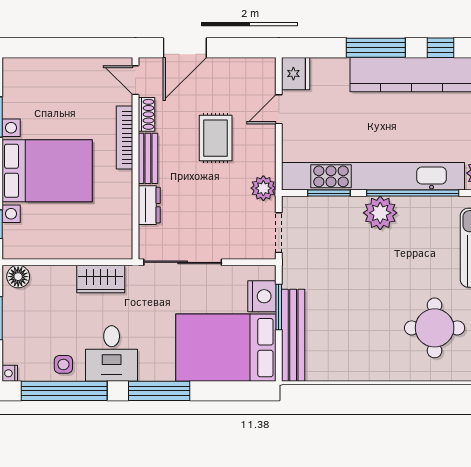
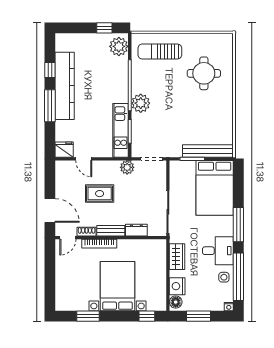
kitchen unit: (373, 176) -> (121, 130), width x0.54
nightstand: (262, 296) -> (177, 286), moved, turned -90

